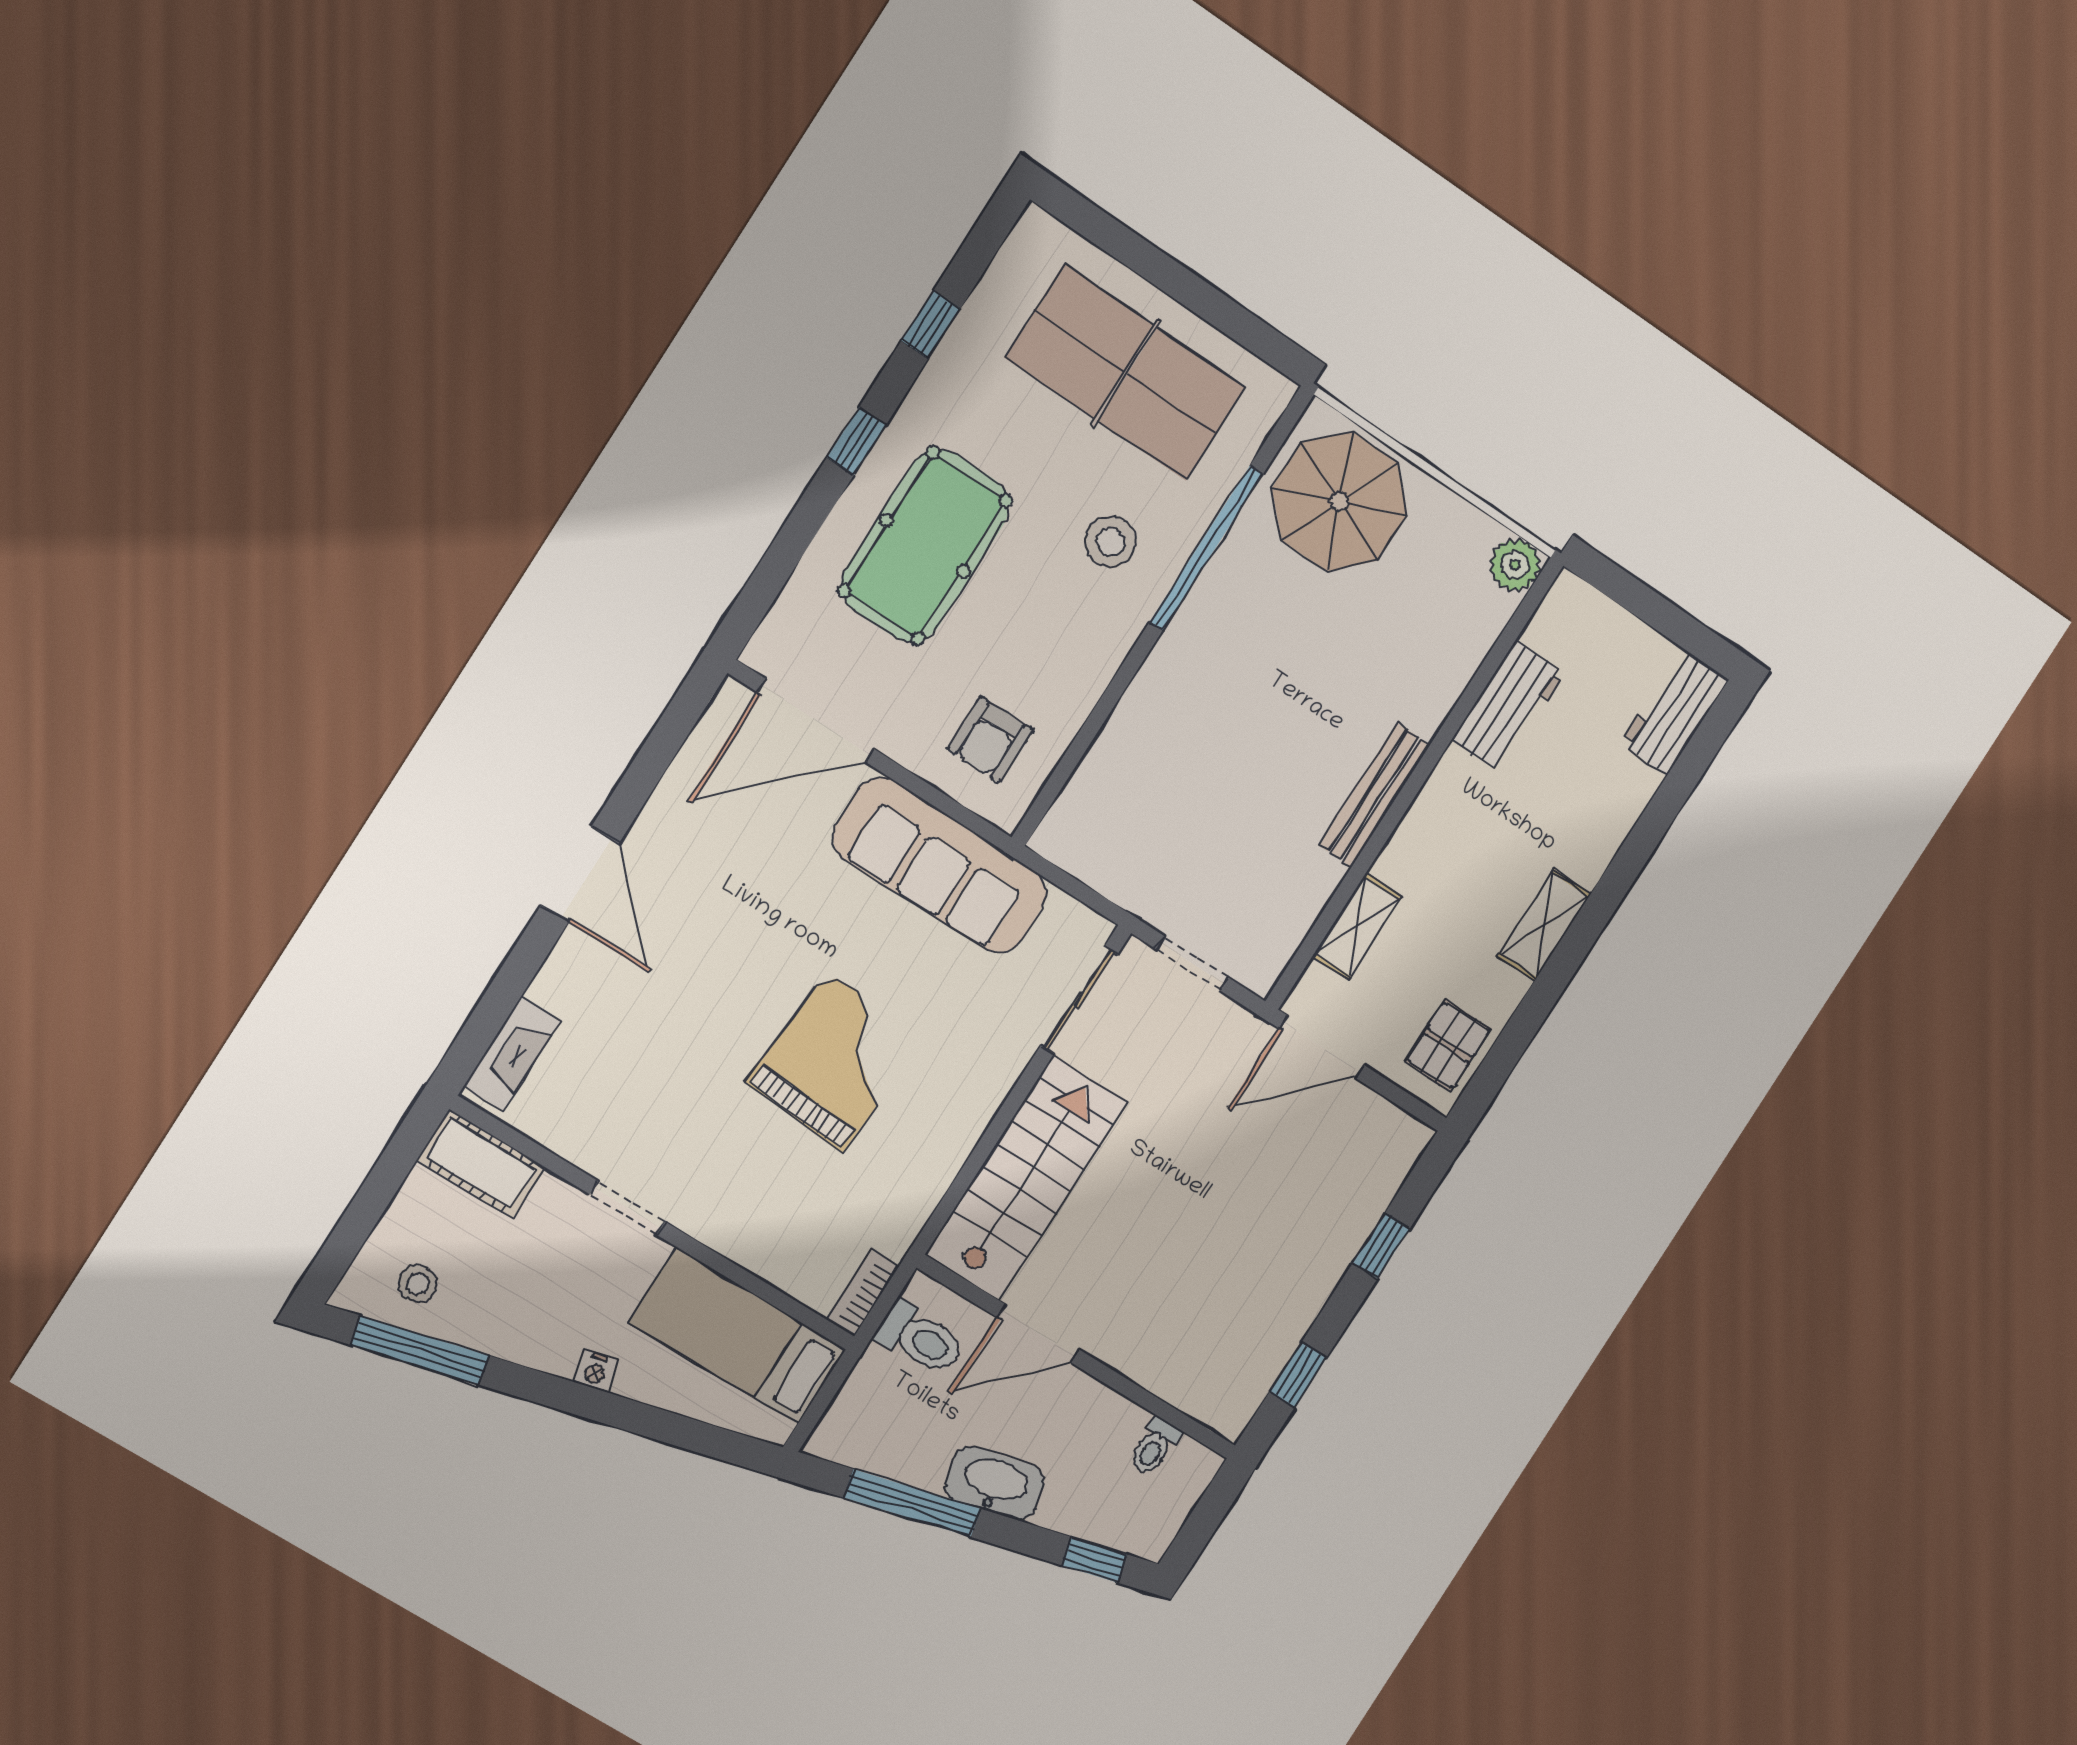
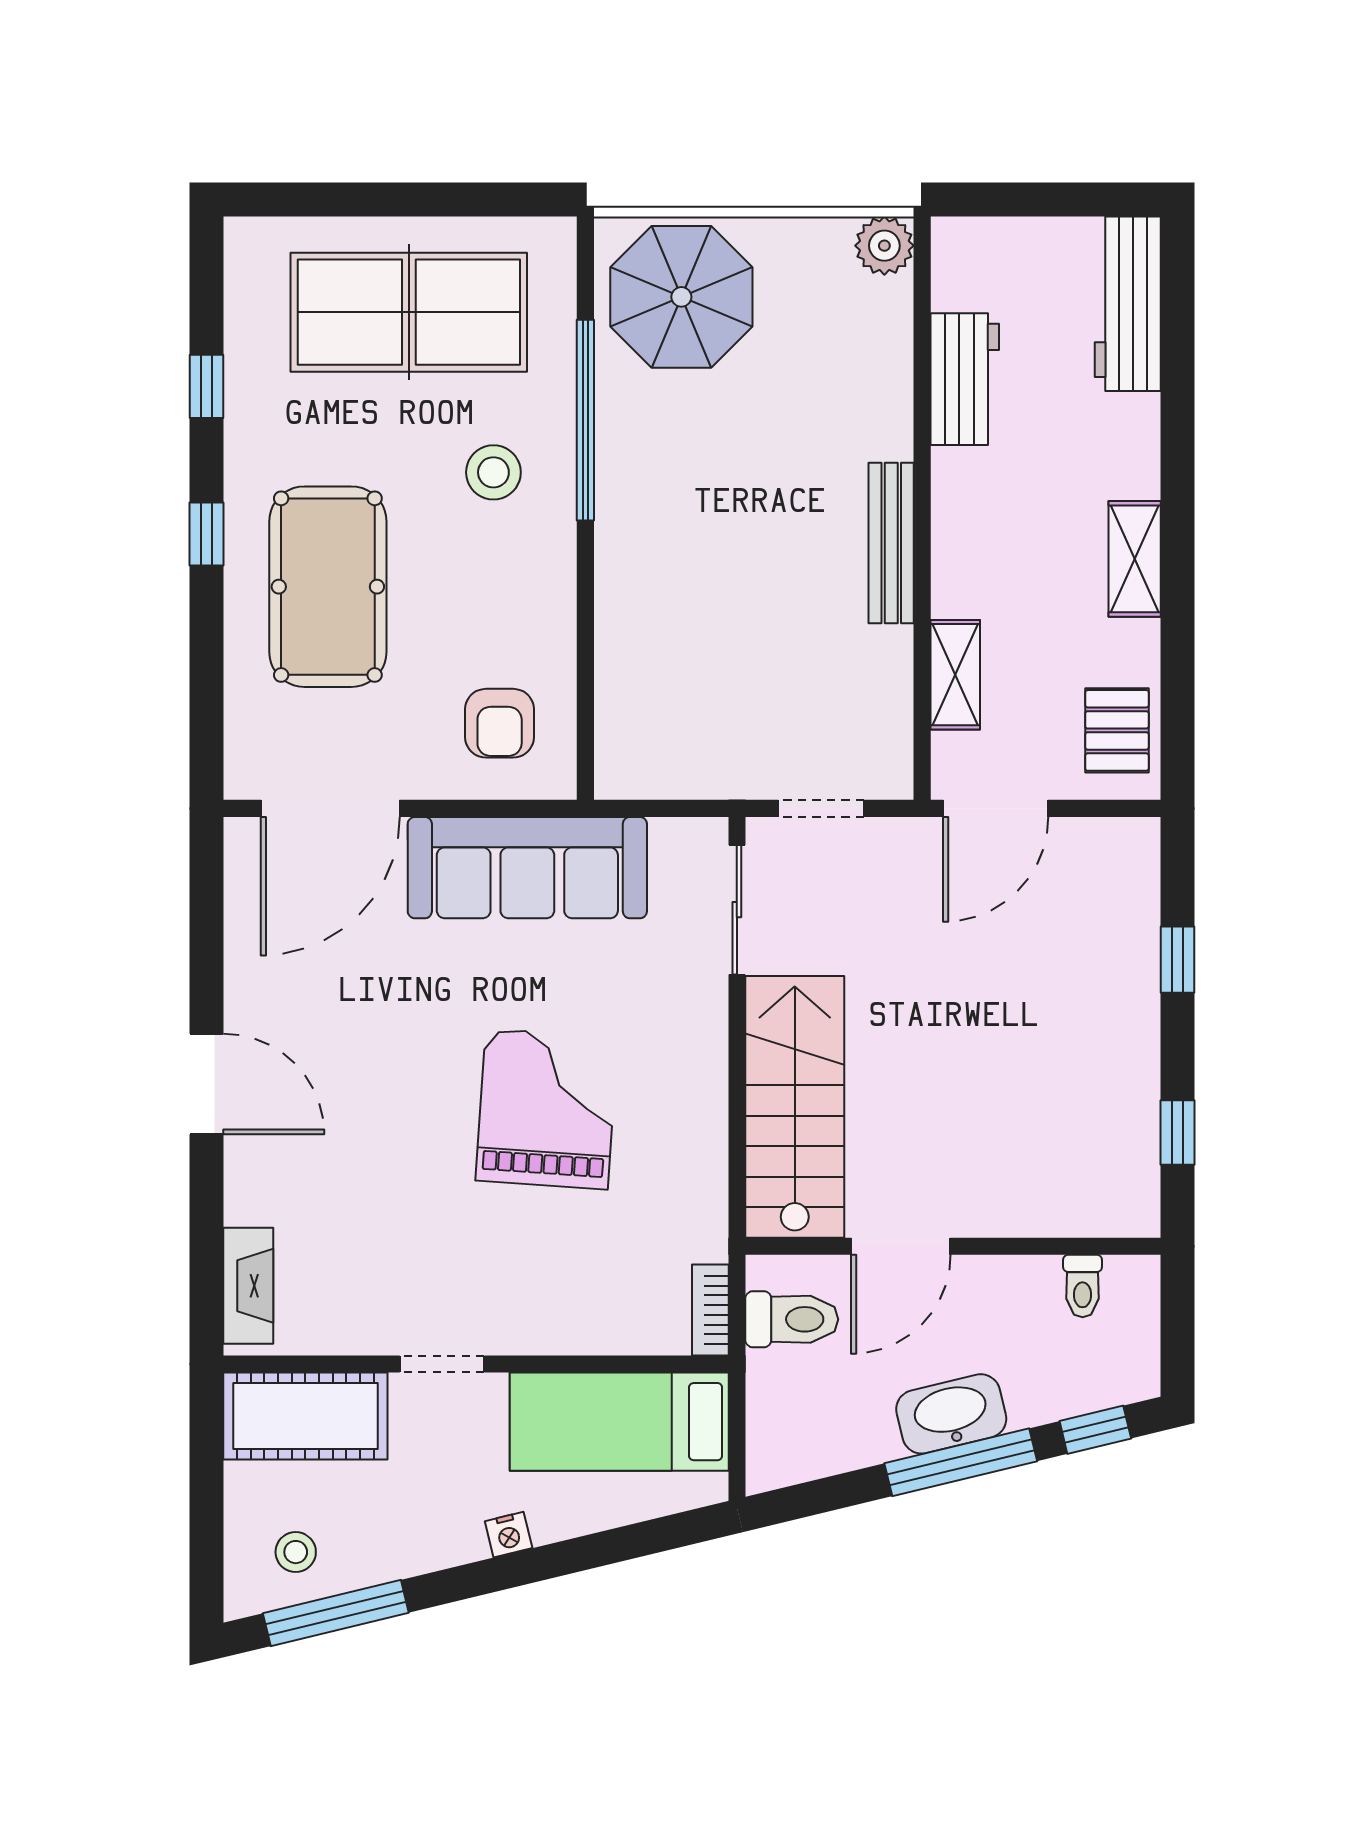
workbench: (1675, 712) -> (1128, 304), width x1.38
cot: (481, 1163) -> (305, 1416), width x1.37, depth x1.34
window: (912, 1503) -> (961, 1462), moved

